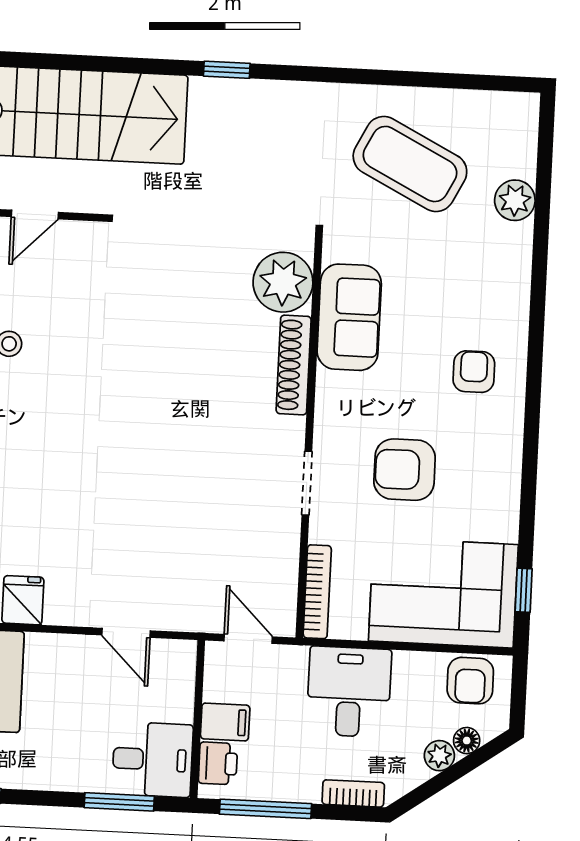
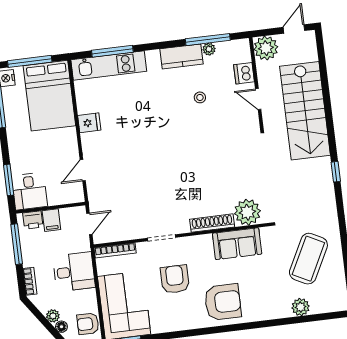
armchair: (474, 372) -> (223, 302), width x1.88, depth x1.88

